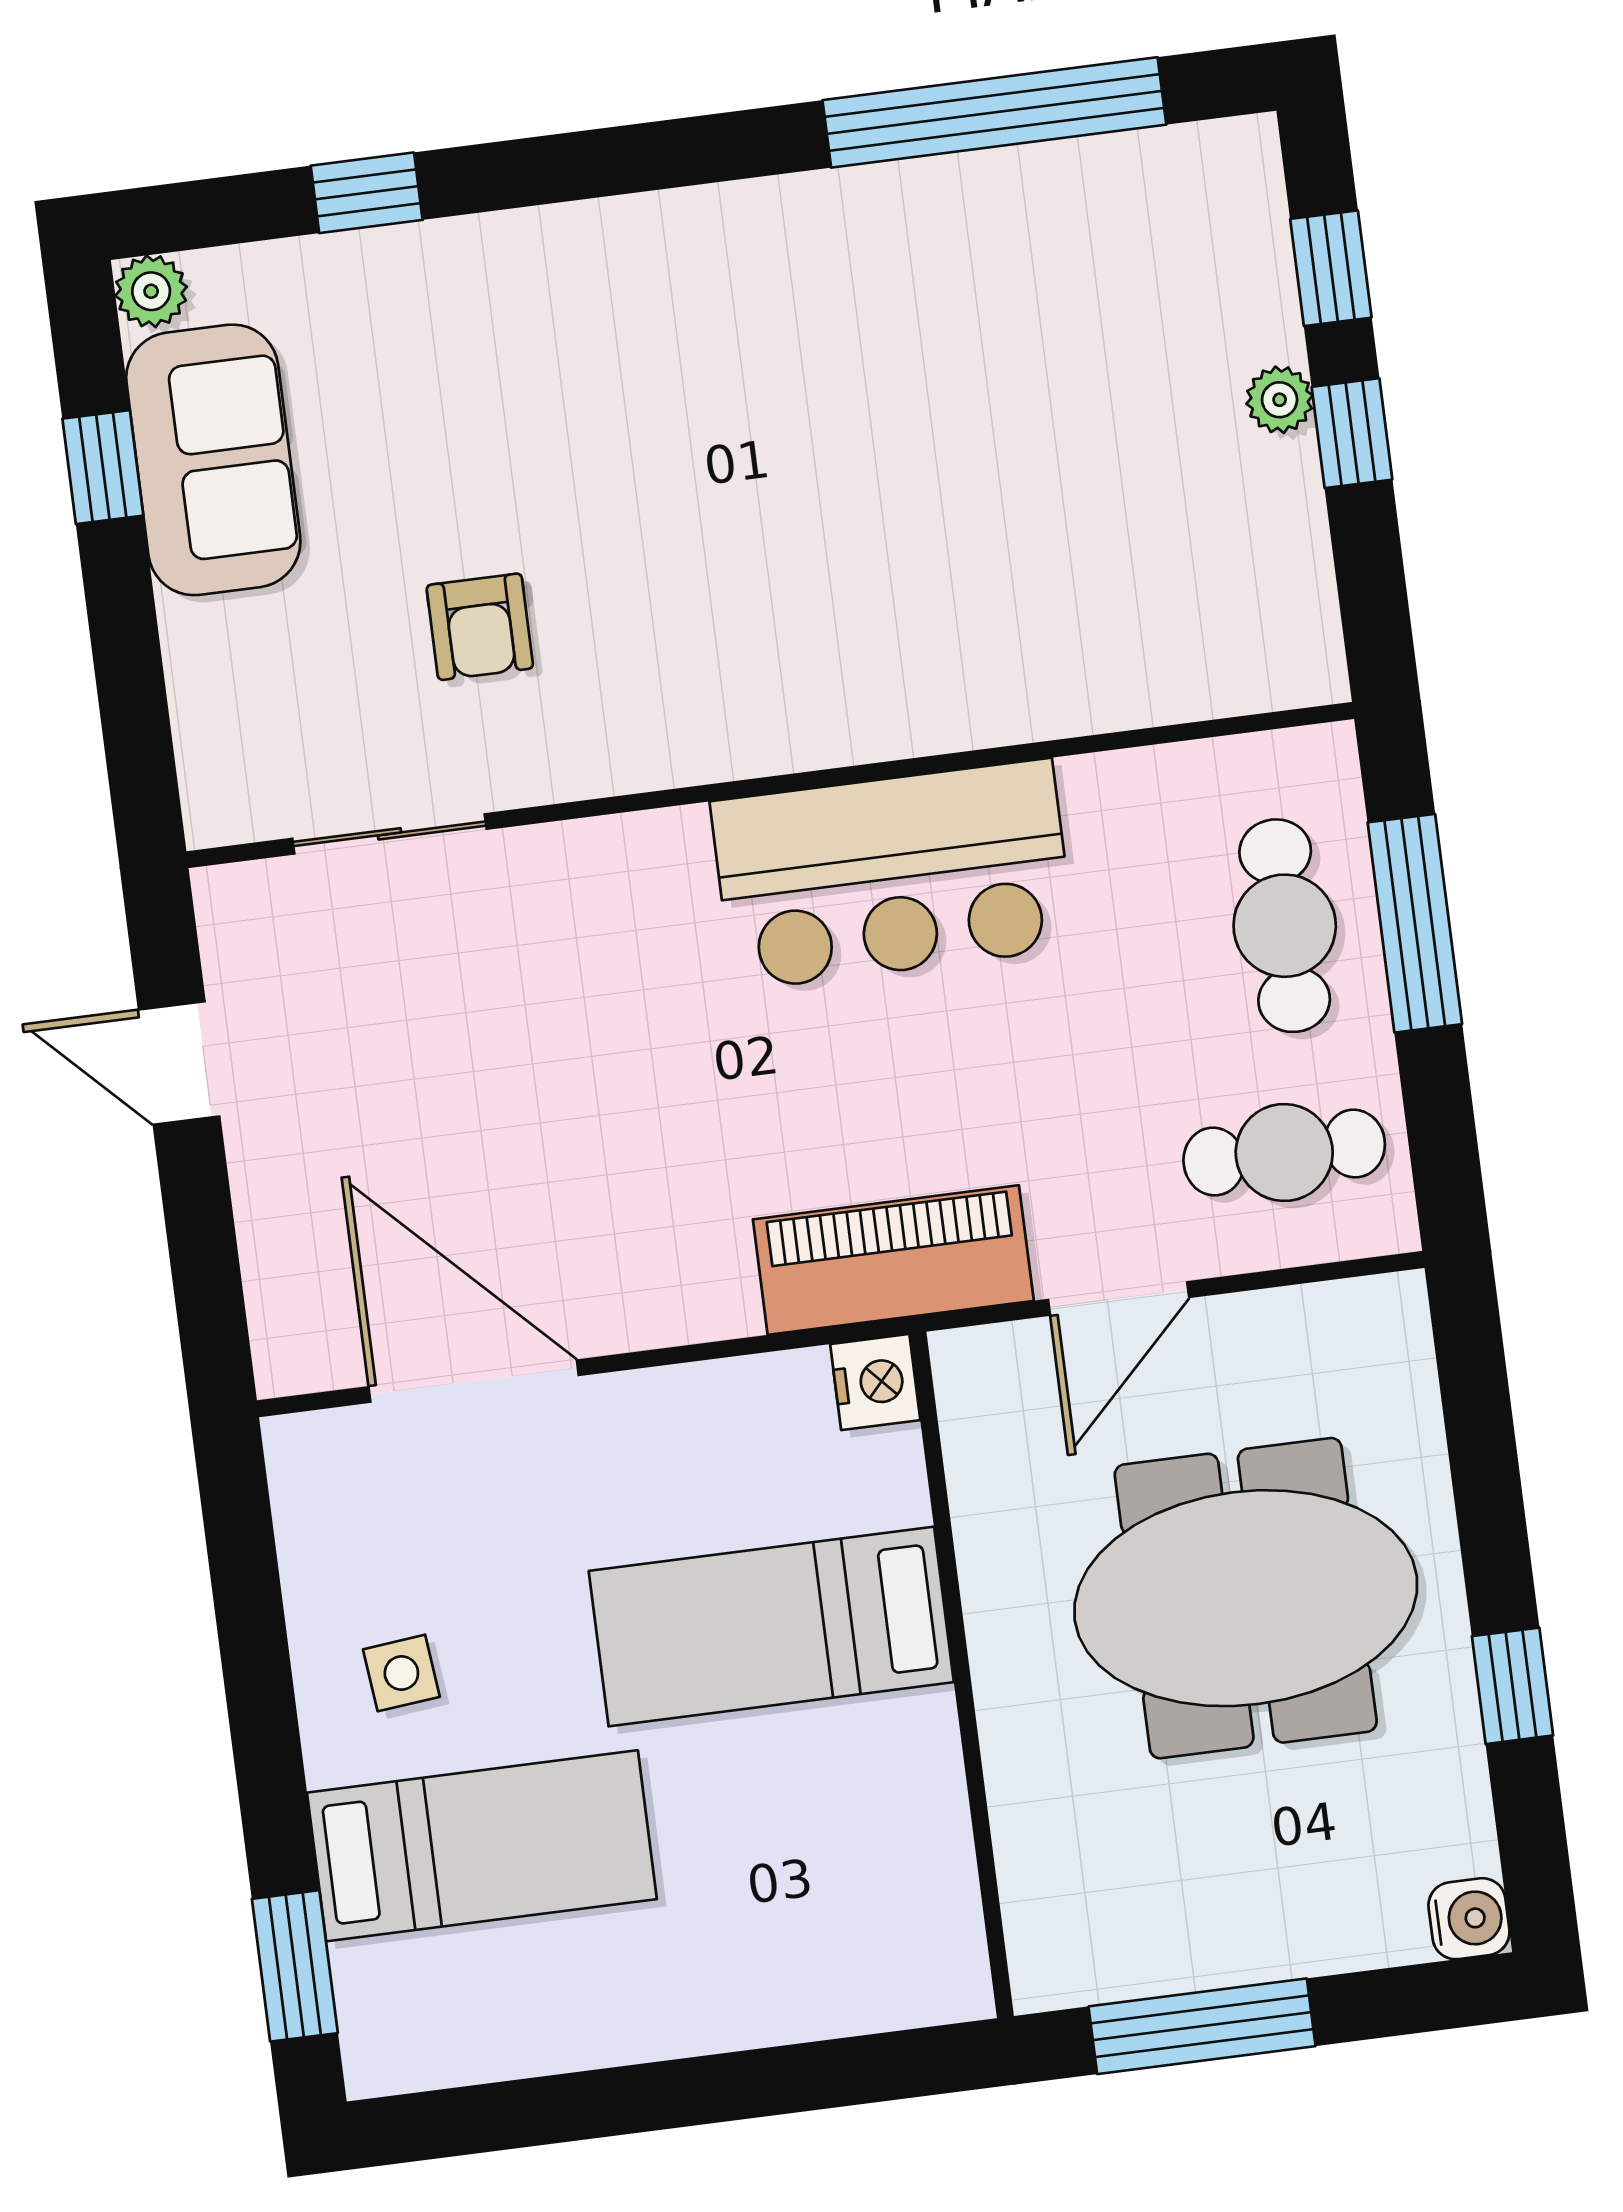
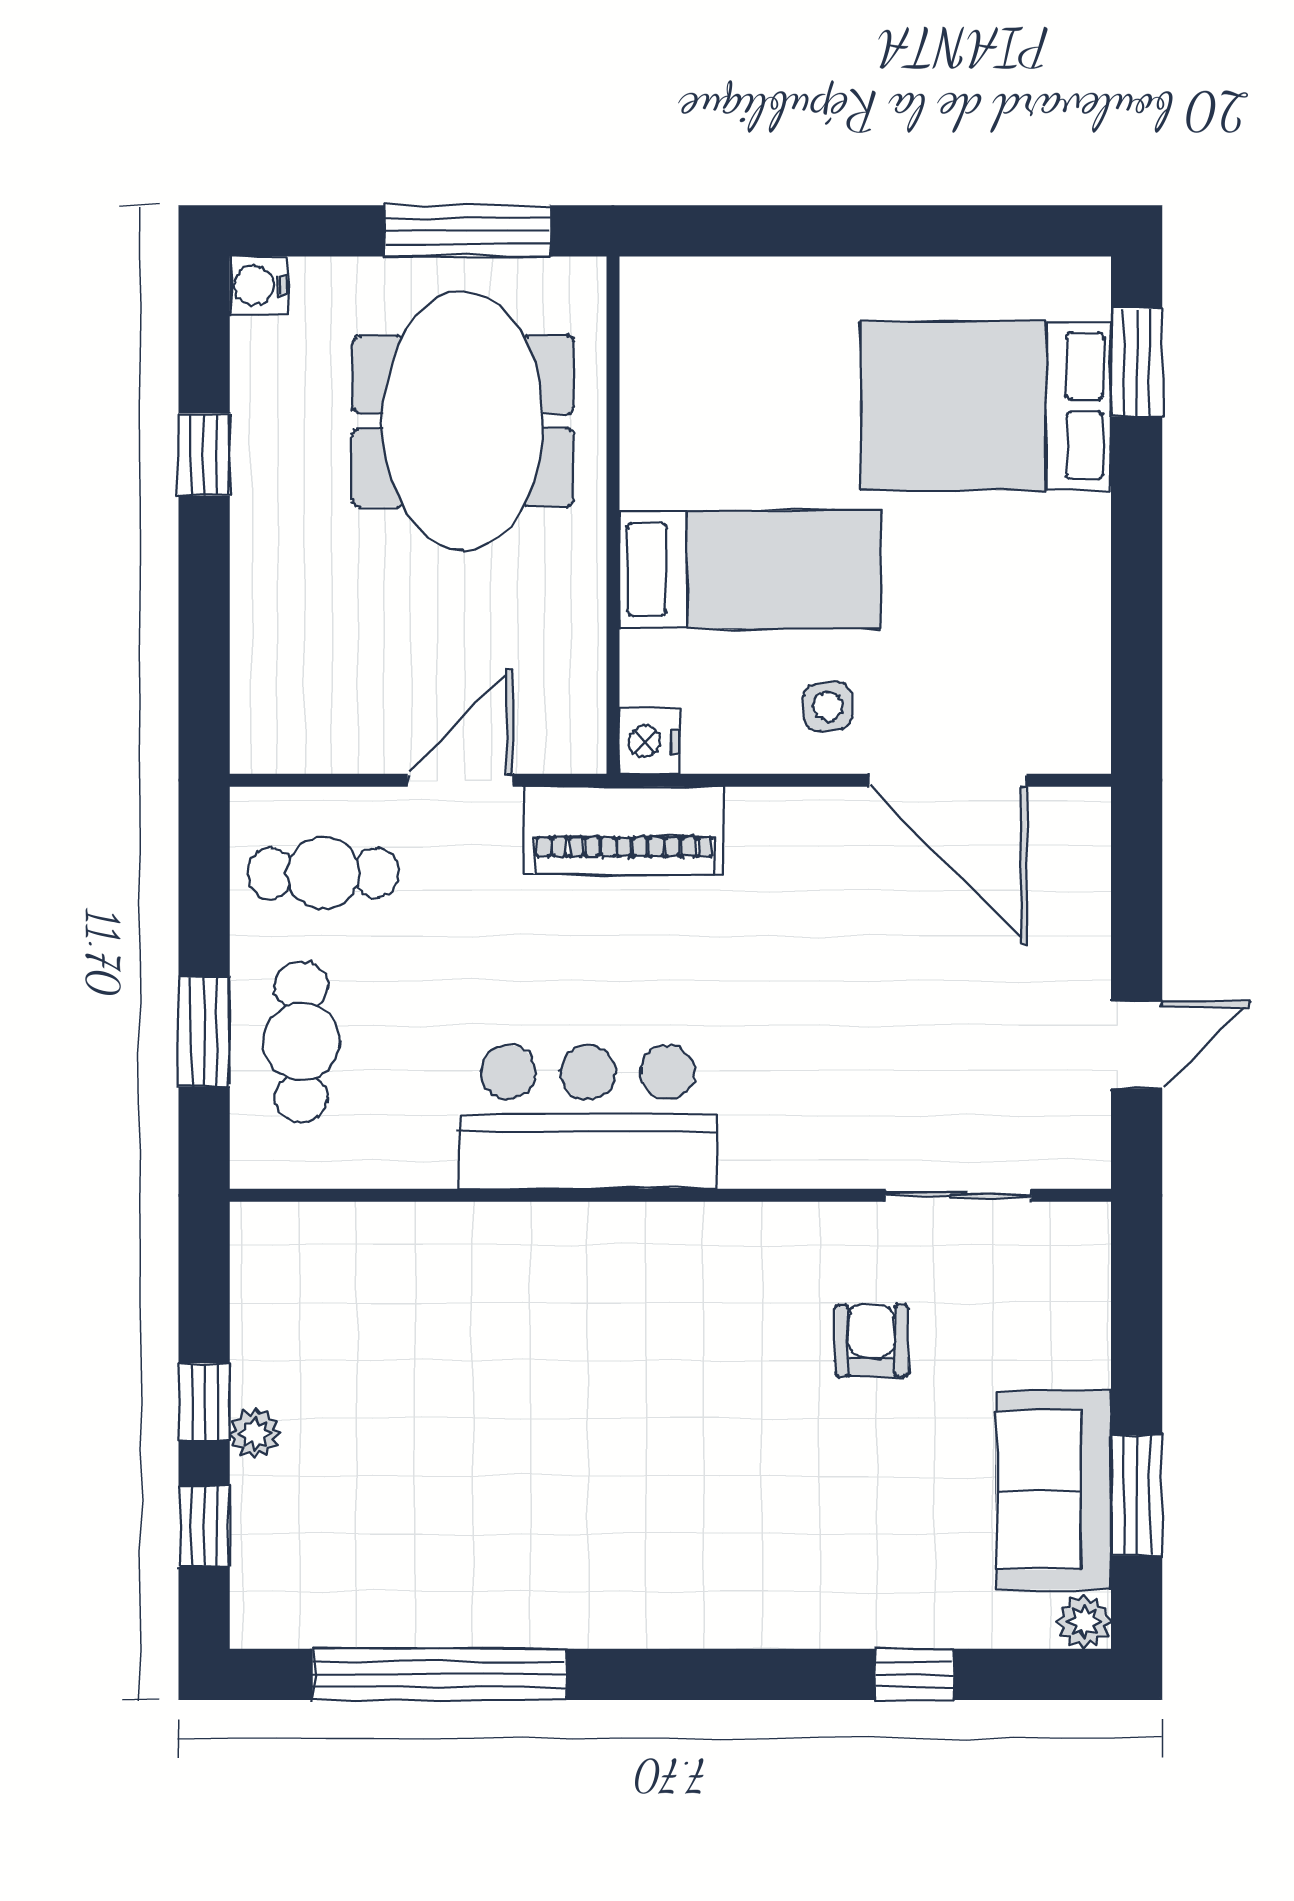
window: (103, 467) -> (1137, 1495), width x1.50
window: (1415, 923) -> (204, 1031), width x0.69
door: (179, 1063) -> (1137, 1045), hinge flipped
meeting table: (1246, 1598) -> (463, 421), moved, turned 90
side table: (401, 1673) -> (828, 706), moved
bed: (482, 1846) -> (986, 406), width x1.50

